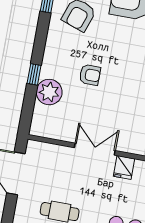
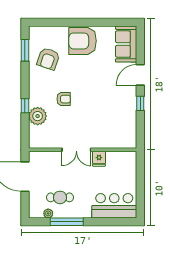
double door: (95, 149) -> (76, 150), swing flipped

